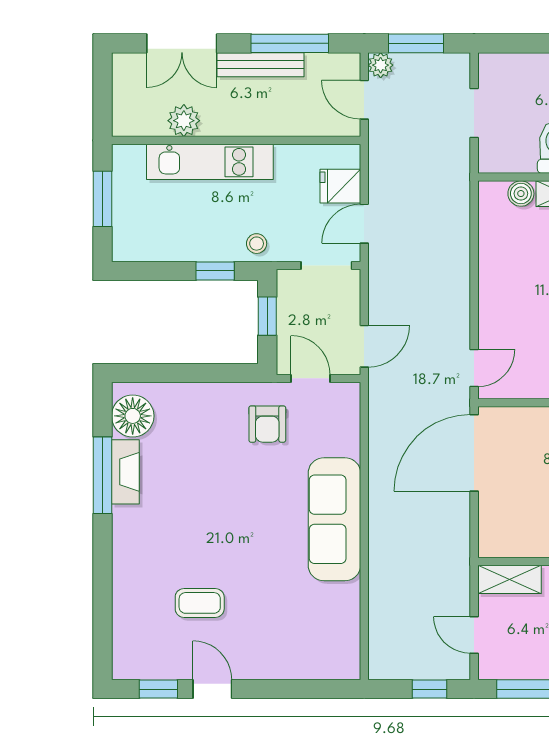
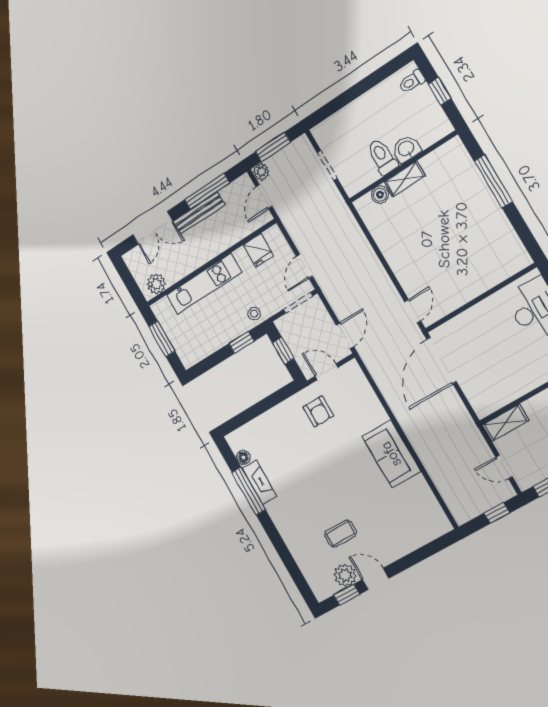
door: (364, 100) -> (264, 197), hinge flipped
plant: (184, 121) -> (156, 284), moved
fridge: (340, 186) -> (258, 250), moved, turned -90
floor lamp: (133, 416) -> (243, 457), width x0.53, depth x0.53
sofa: (334, 519) -> (391, 454), width x0.73
plant: (172, 662) -> (345, 575), added

